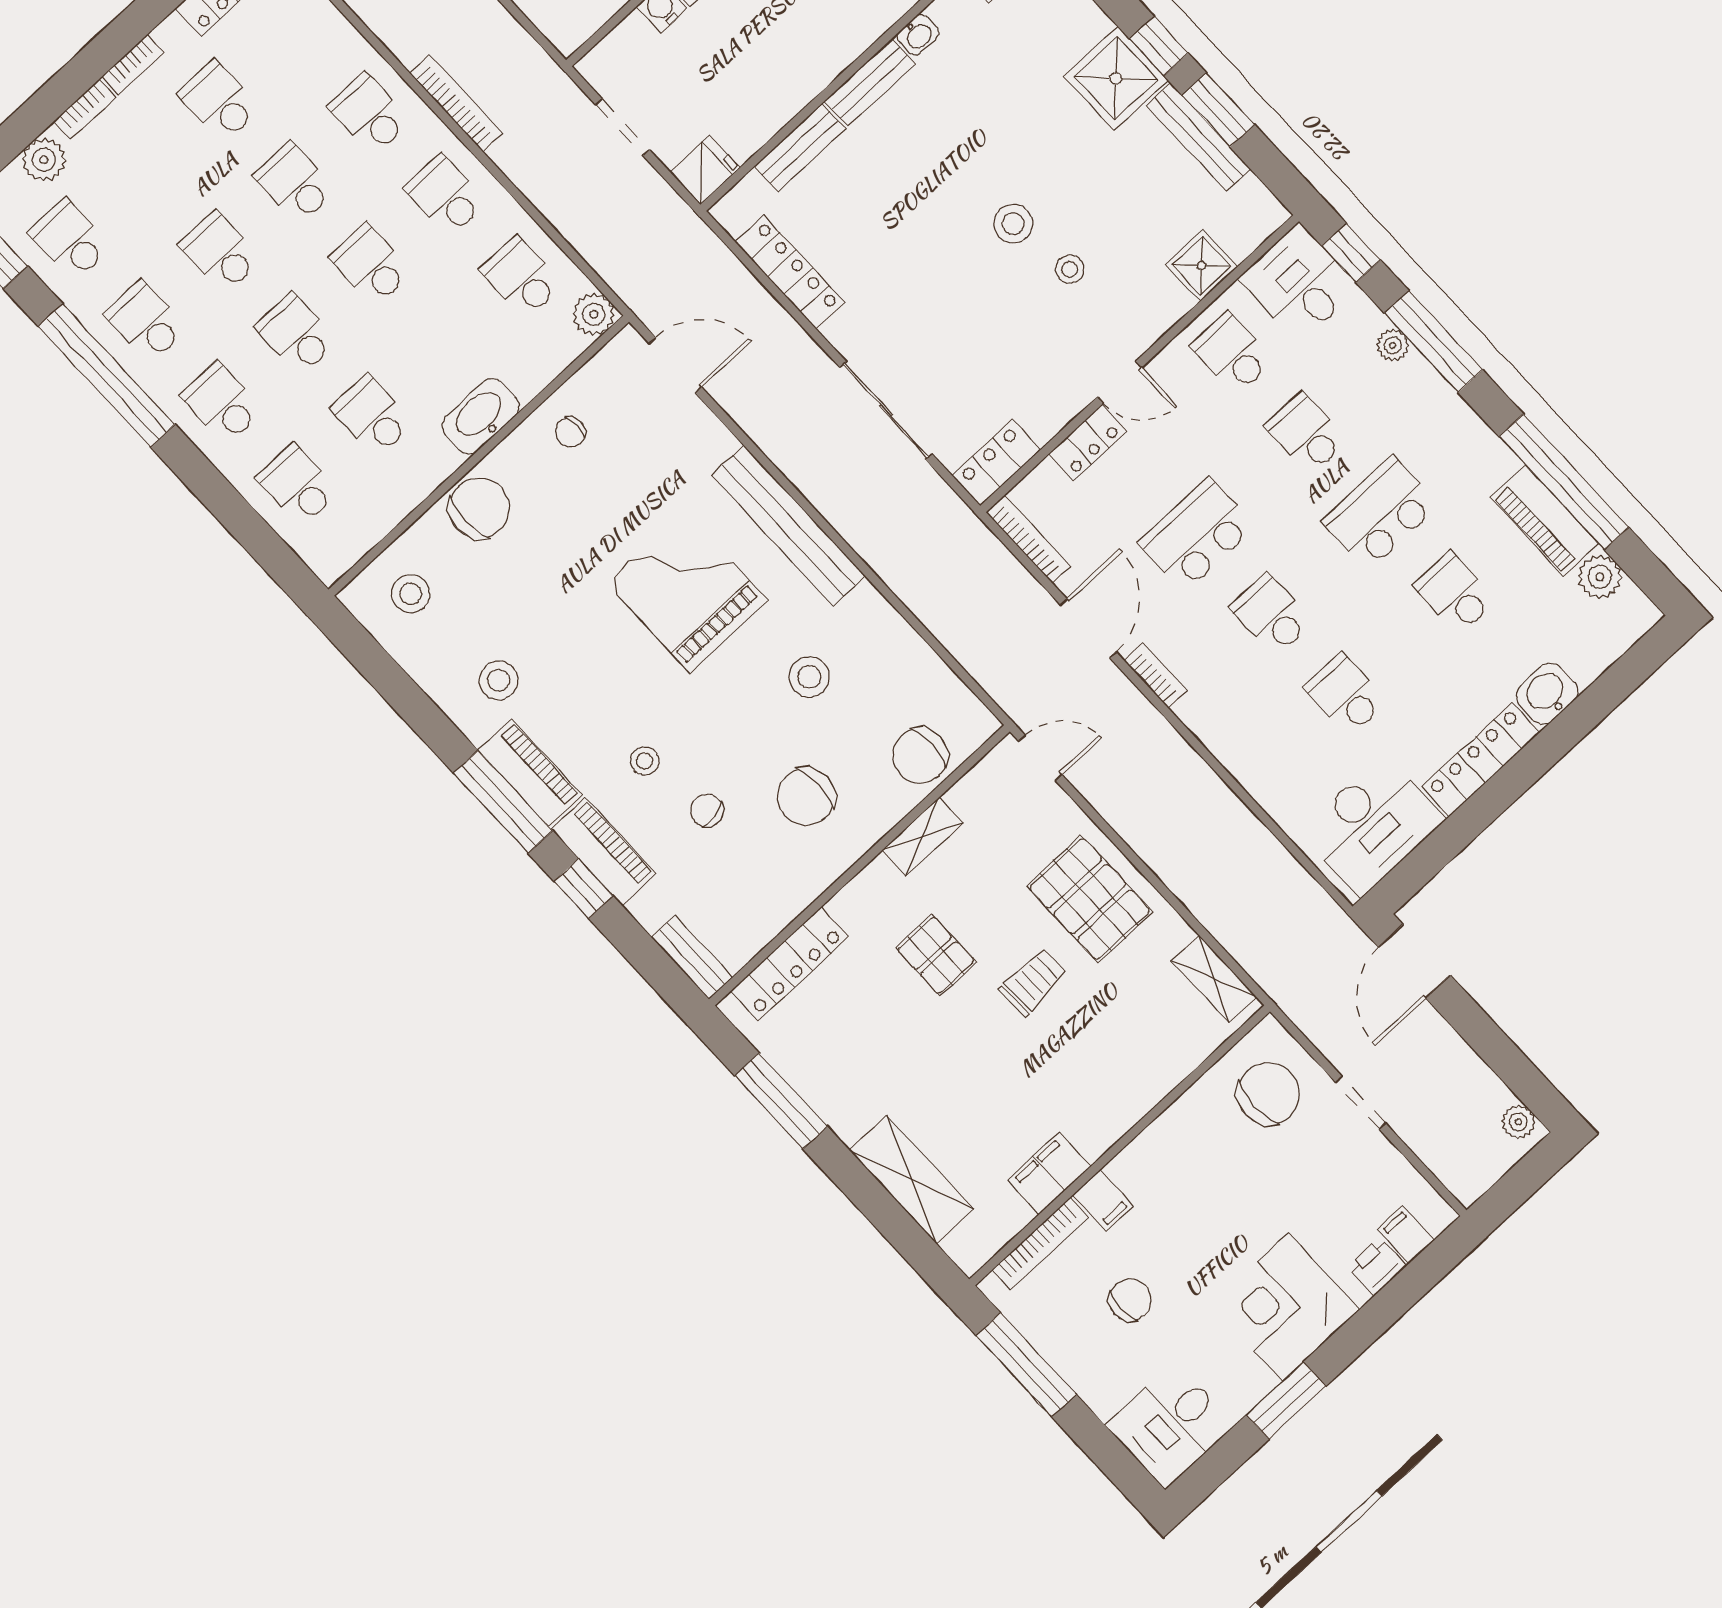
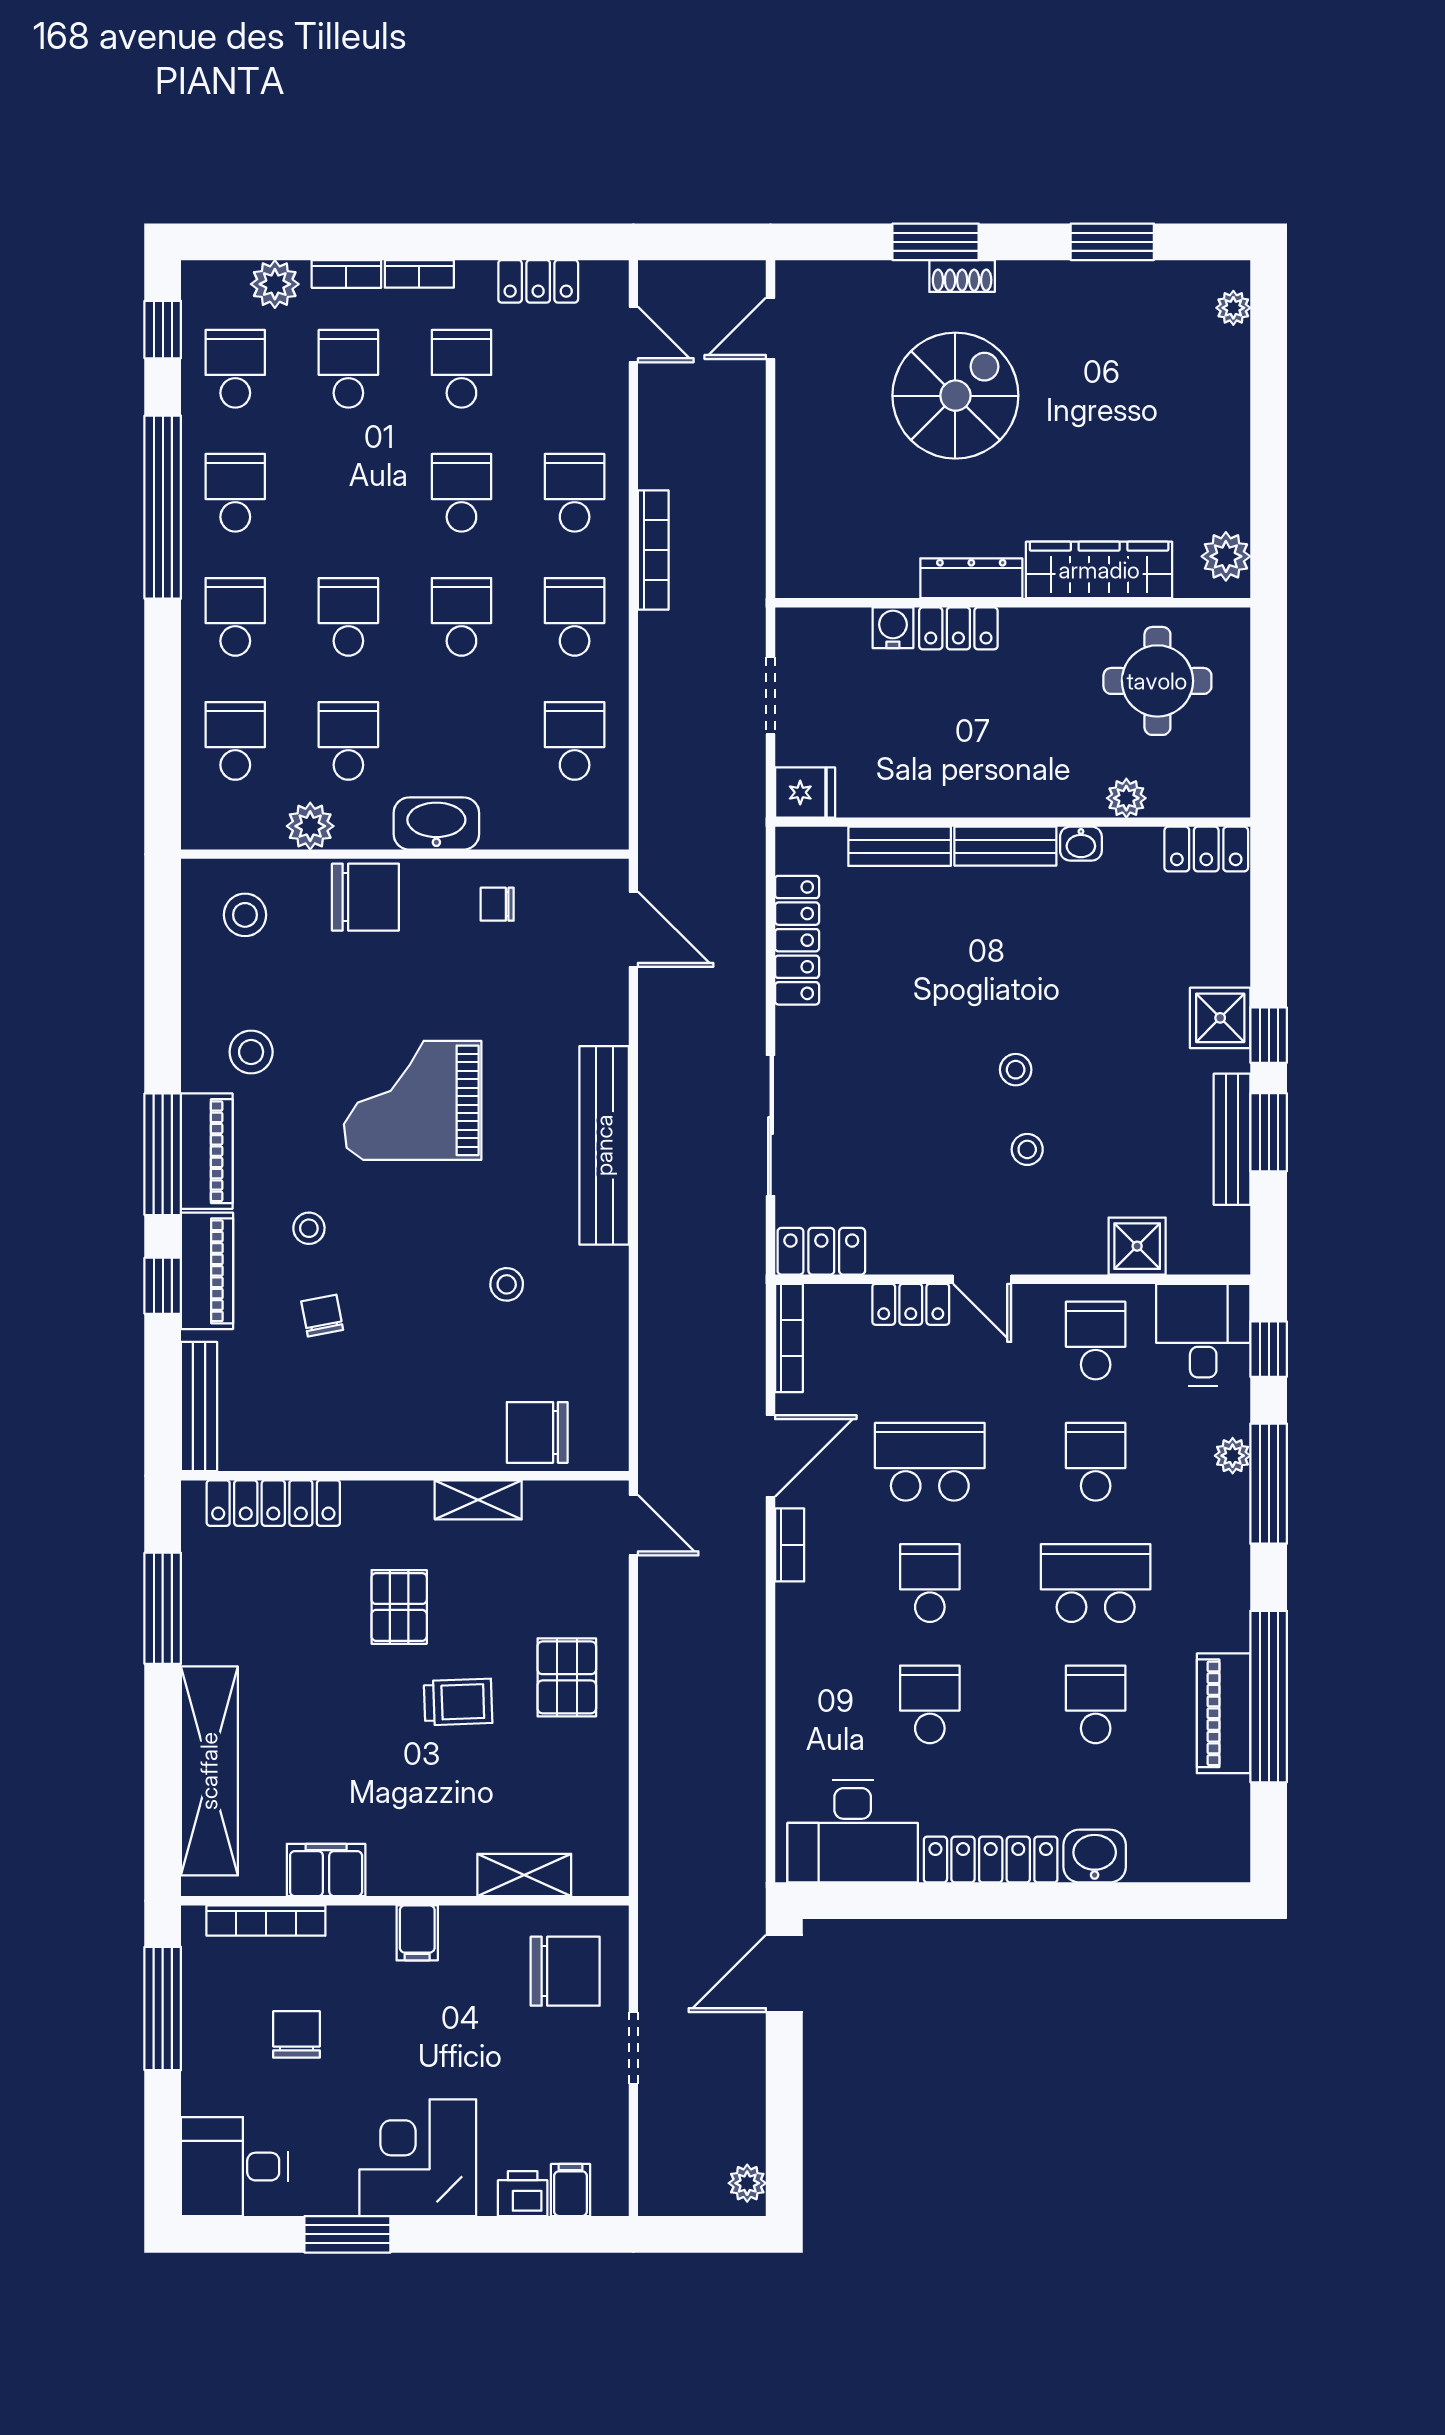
shower: (1116, 78) -> (1220, 1018), width x0.73, depth x0.73
stool: (1013, 224) -> (1016, 1070), width x0.73, depth x0.73
school desk: (220, 252) -> (348, 369), moved
plant: (594, 314) -> (310, 826), moved
plant: (1600, 577) -> (1226, 1801), removed
grand piano: (687, 591) -> (413, 1100), moved, turned -90
stool: (809, 677) -> (507, 1284), width x0.73, depth x0.73
chair: (806, 797) -> (413, 1379), removed
pallet: (1090, 899) -> (567, 1677), width x0.67, depth x0.71
bench: (692, 957) -> (199, 1407), width x1.36
shelving: (1214, 979) -> (524, 1875), moved, turned 90
shelving: (911, 1180) -> (209, 1771), width x1.47
filing cabinet: (1103, 1200) -> (417, 1933), moved
chair: (1130, 1300) -> (297, 2034), turned -90

